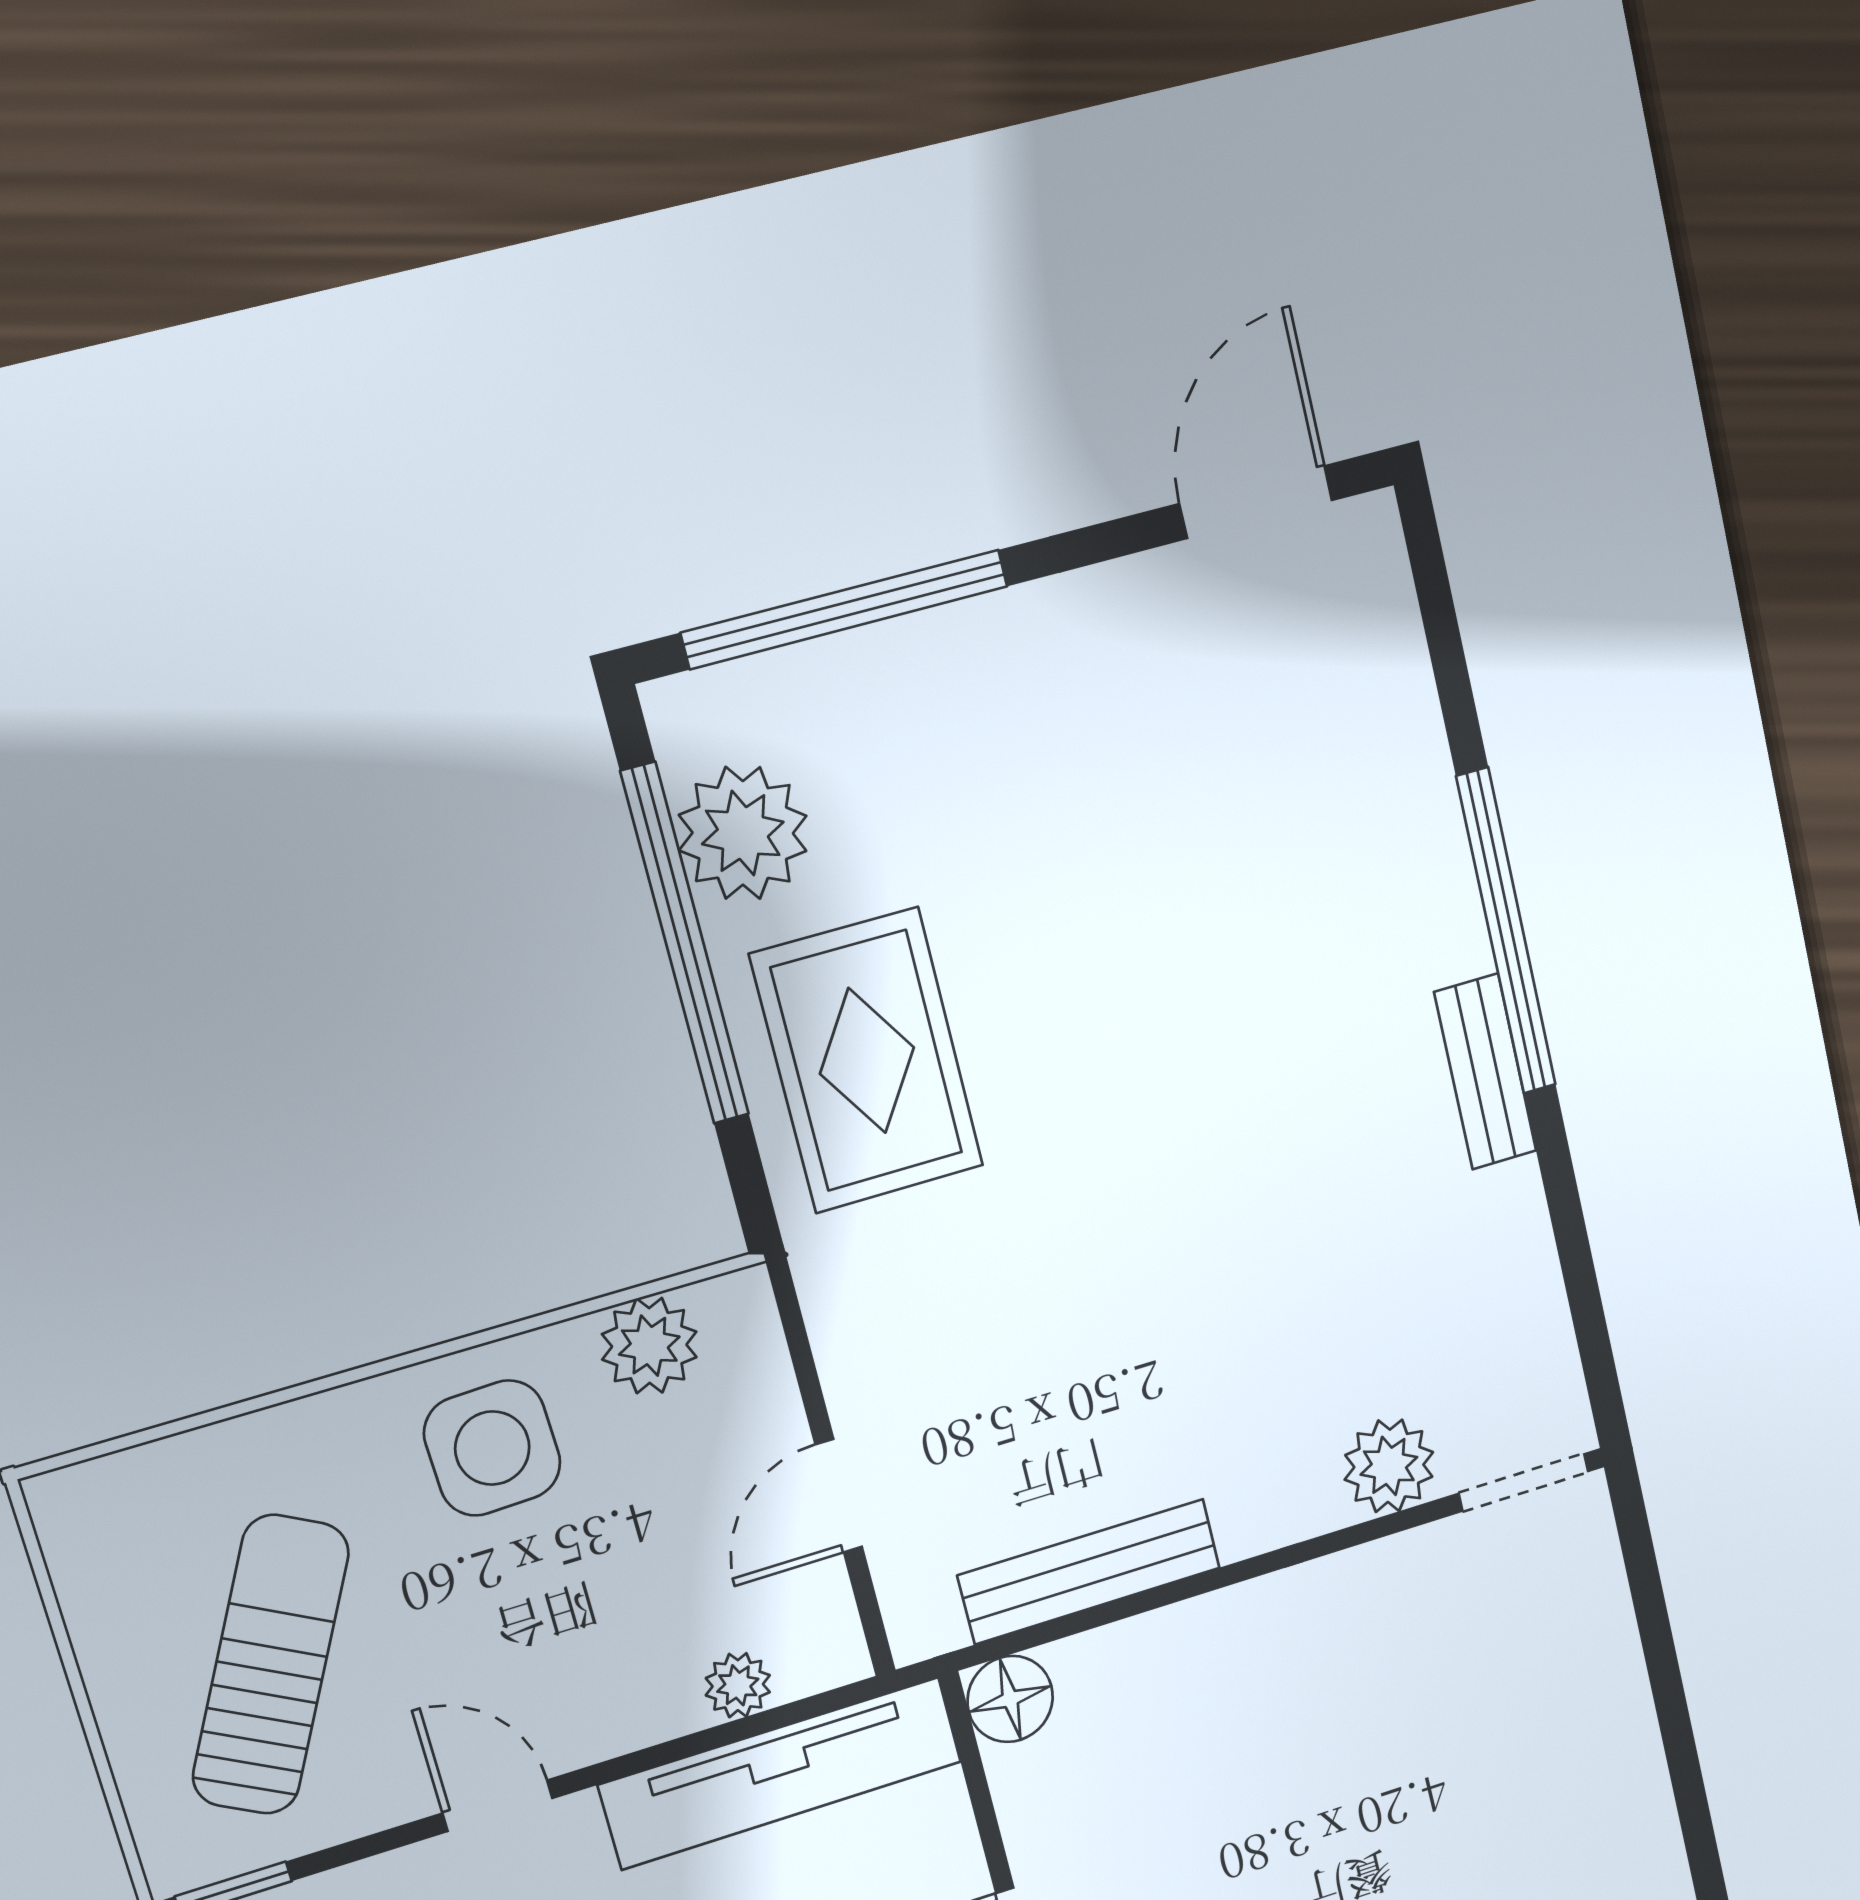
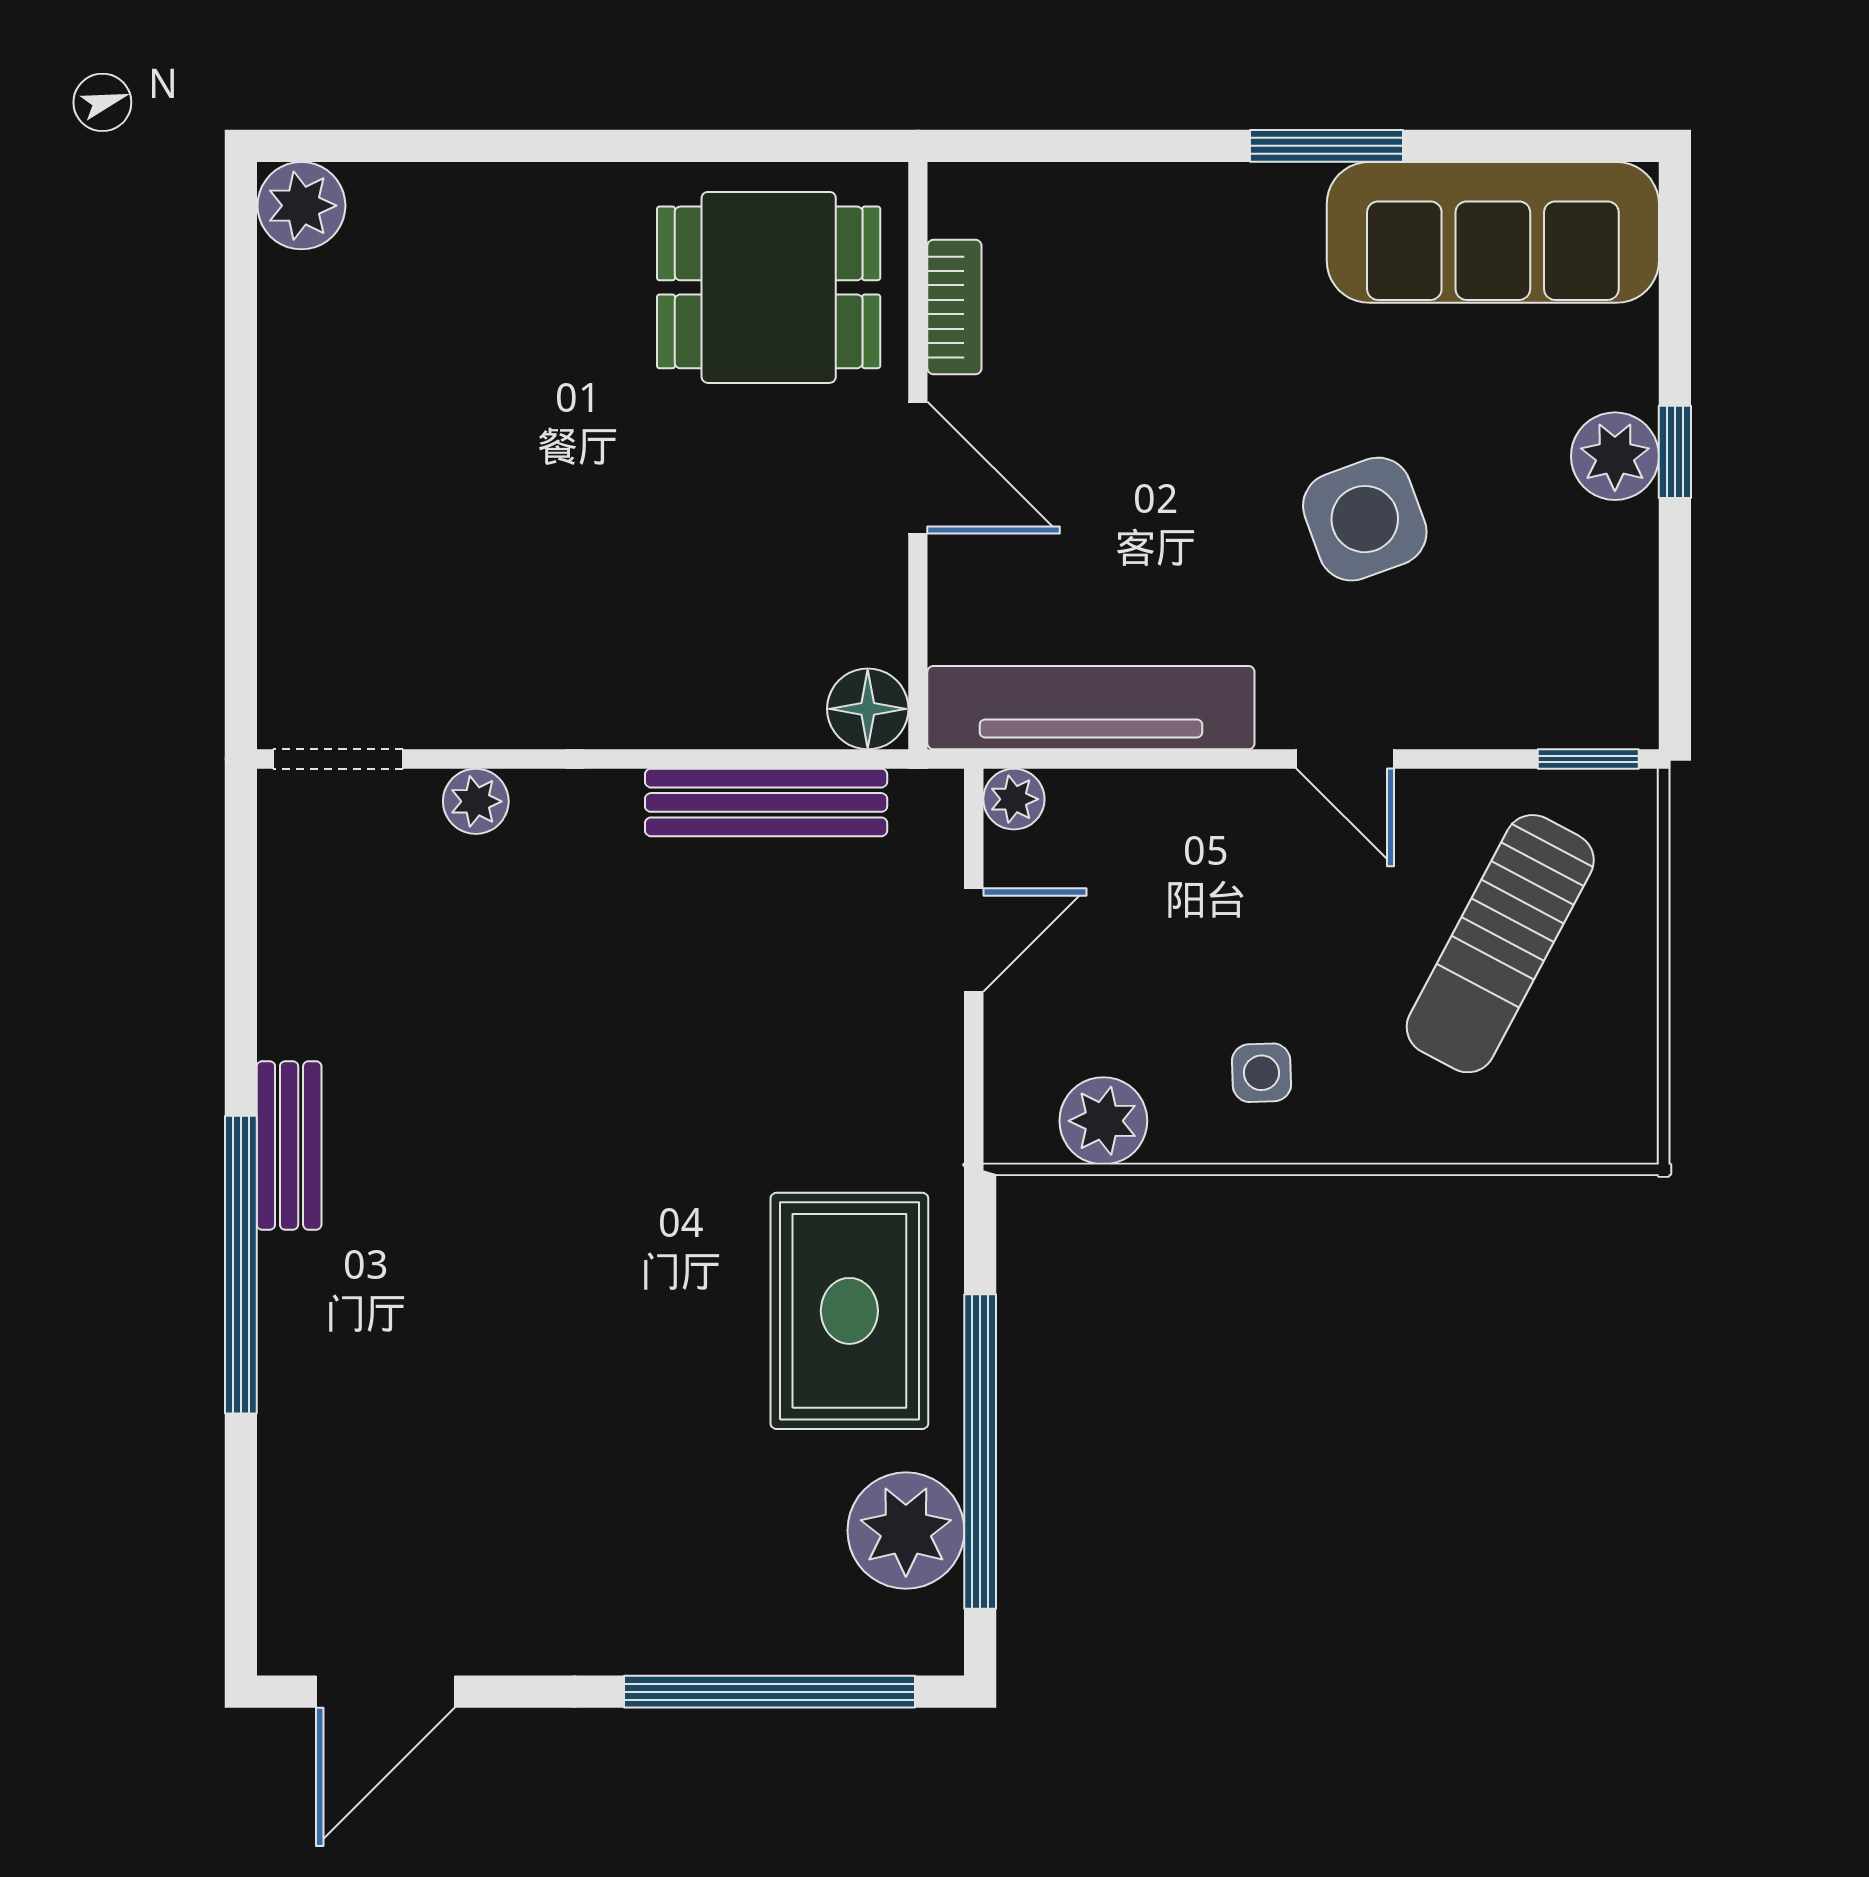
side table: (492, 1448) -> (1262, 1073), width x0.54, depth x0.54
plant: (1389, 1466) -> (476, 801), width x0.73, depth x0.73
plant: (738, 1685) -> (1014, 799), moved

